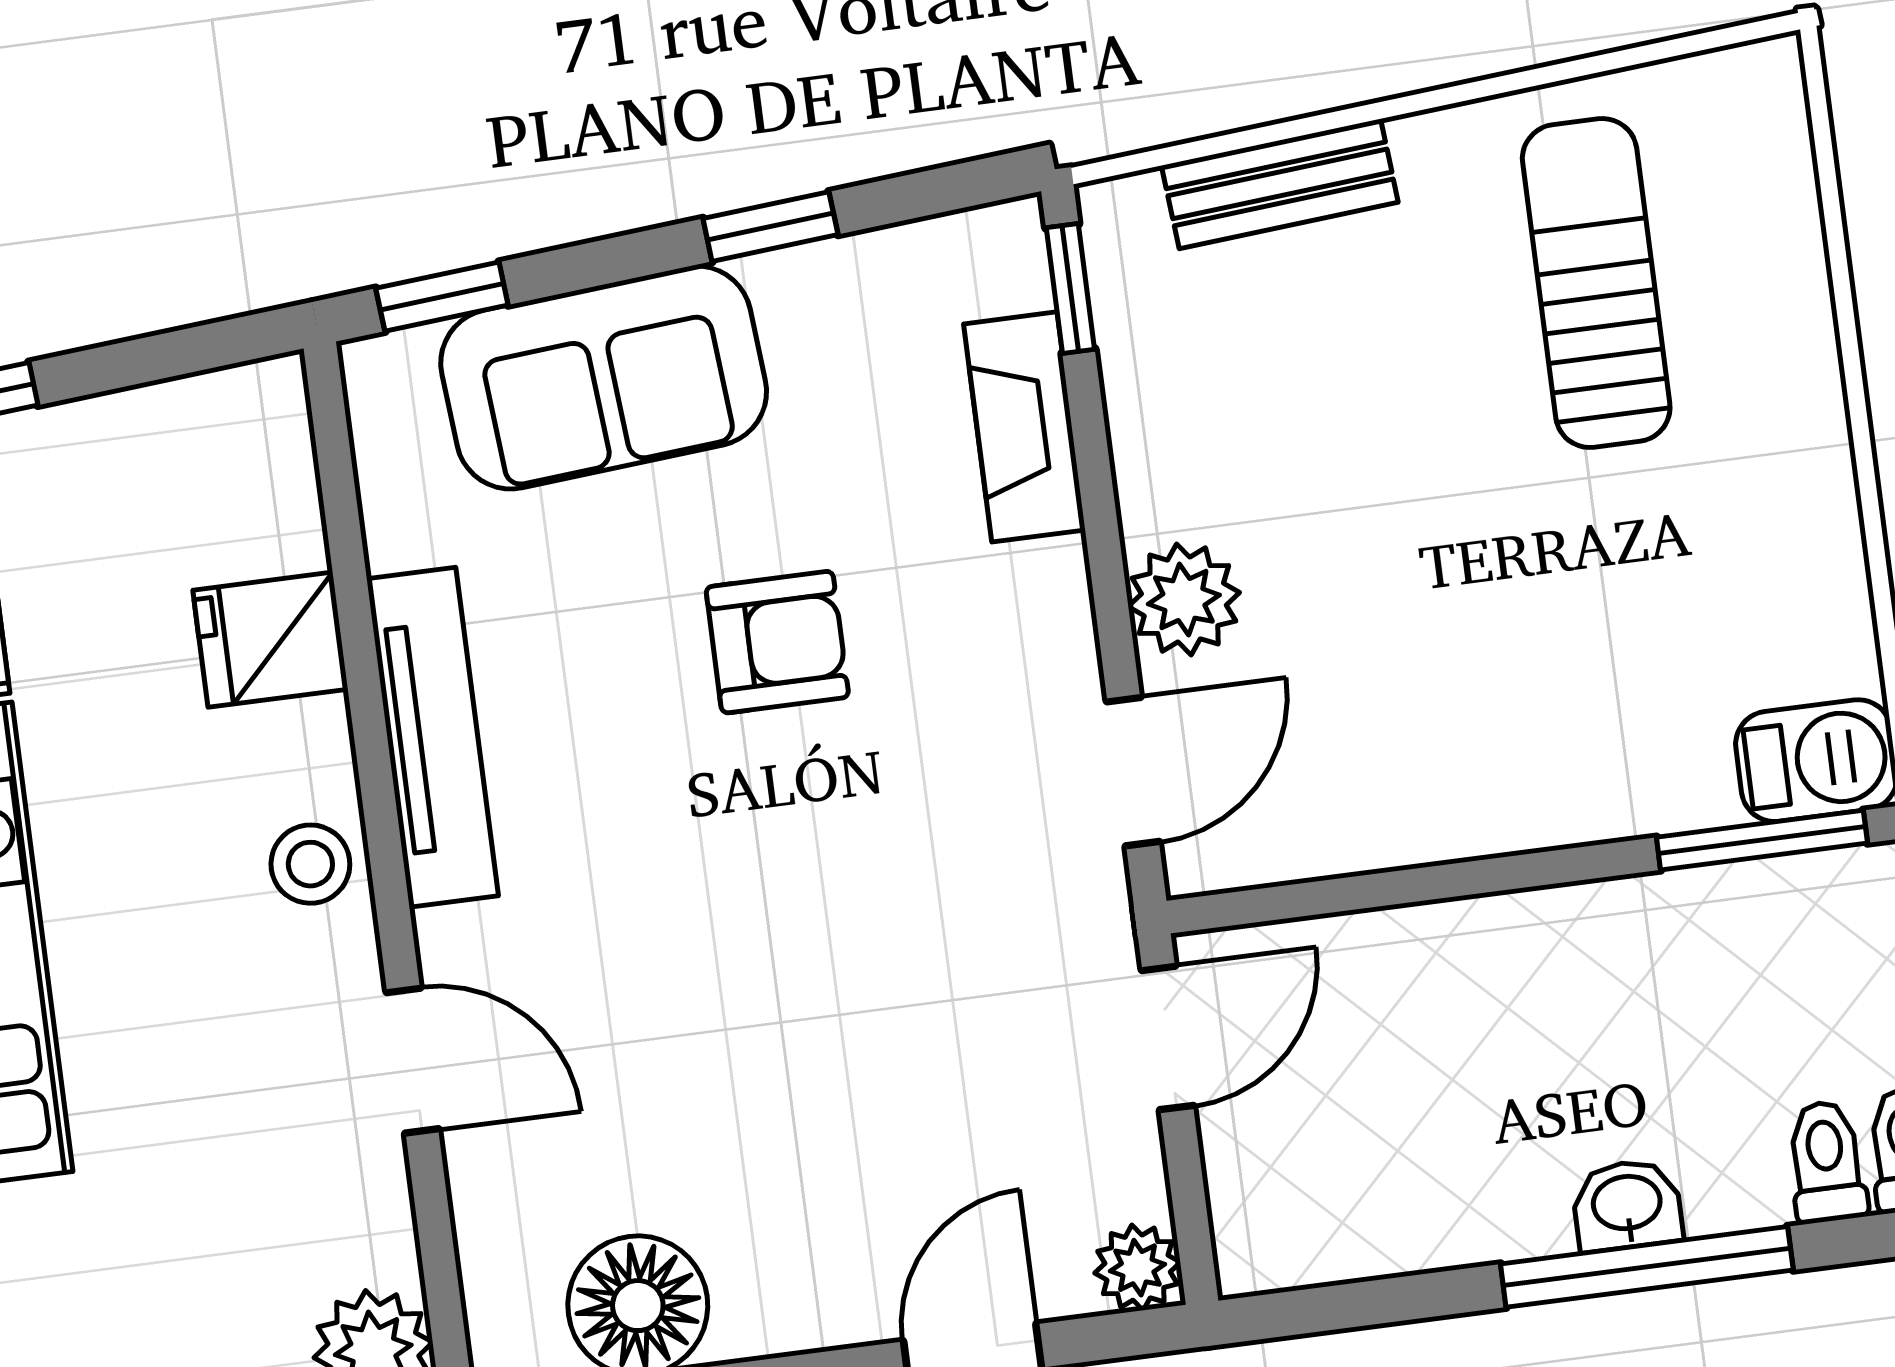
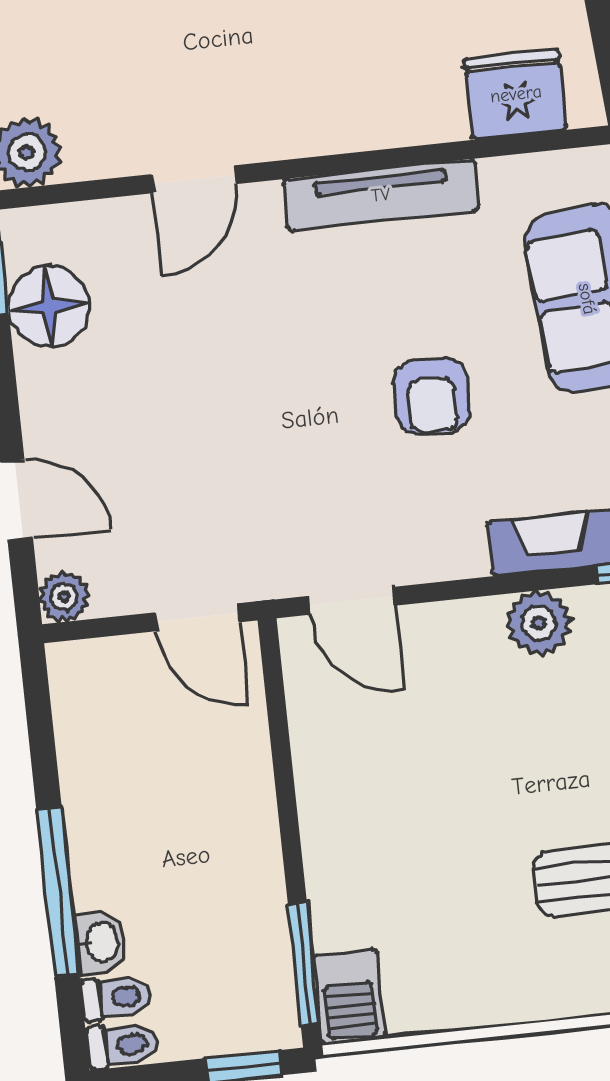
plant: (1184, 600) -> (539, 623), moved
fridge: (270, 640) -> (516, 94), moved, width x1.38
stool: (310, 864) -> (309, 122), removed
washbasin: (1627, 1205) -> (101, 943), moved

